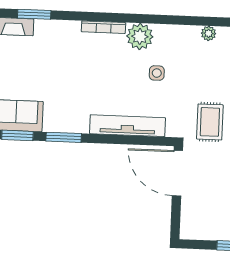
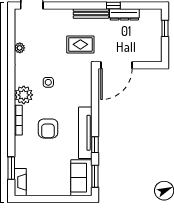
armchair: (90, 70) -> (48, 128), added
tv unit: (127, 126) -> (85, 133), moved
window: (64, 137) -> (95, 145), width x0.67

